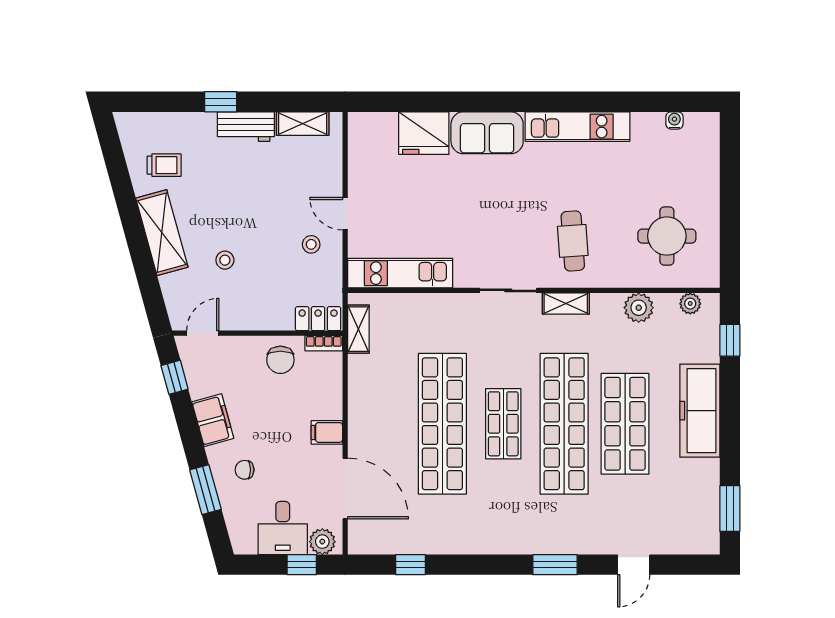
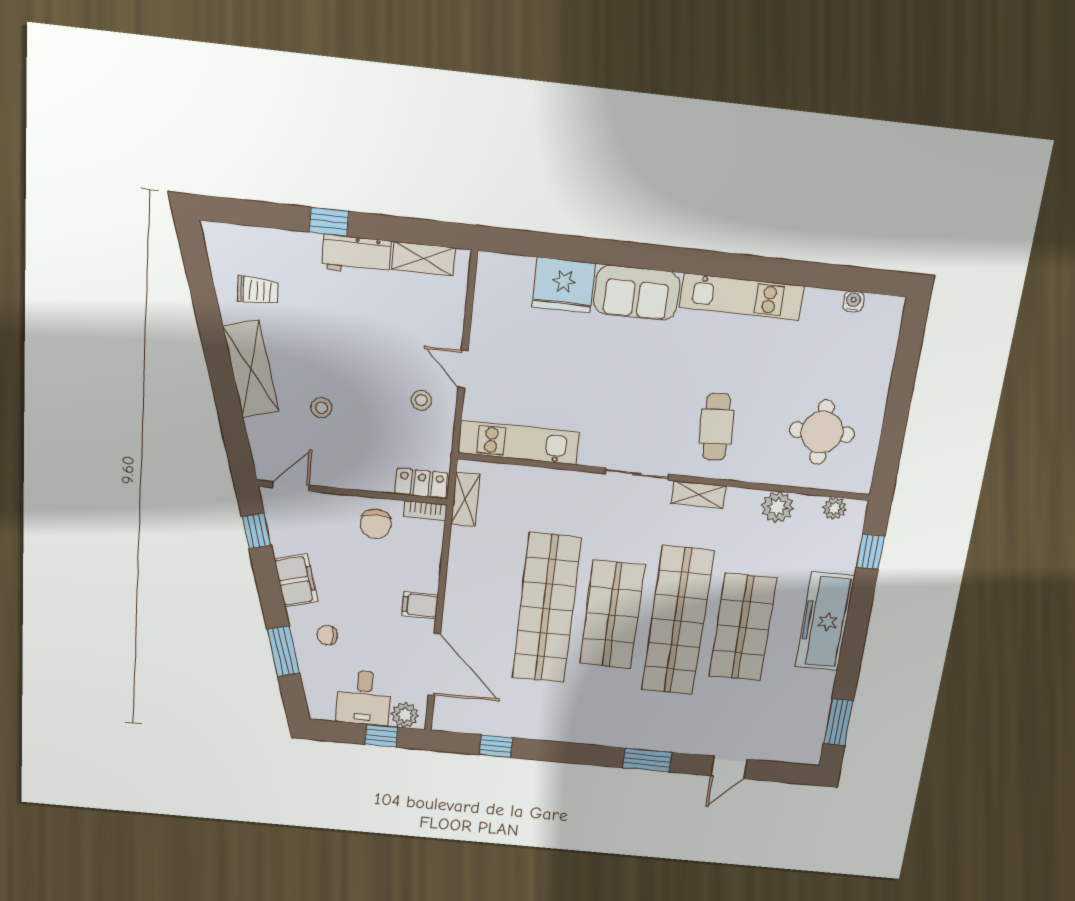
shop shelf: (503, 424) -> (612, 615), width x1.43, depth x1.36

